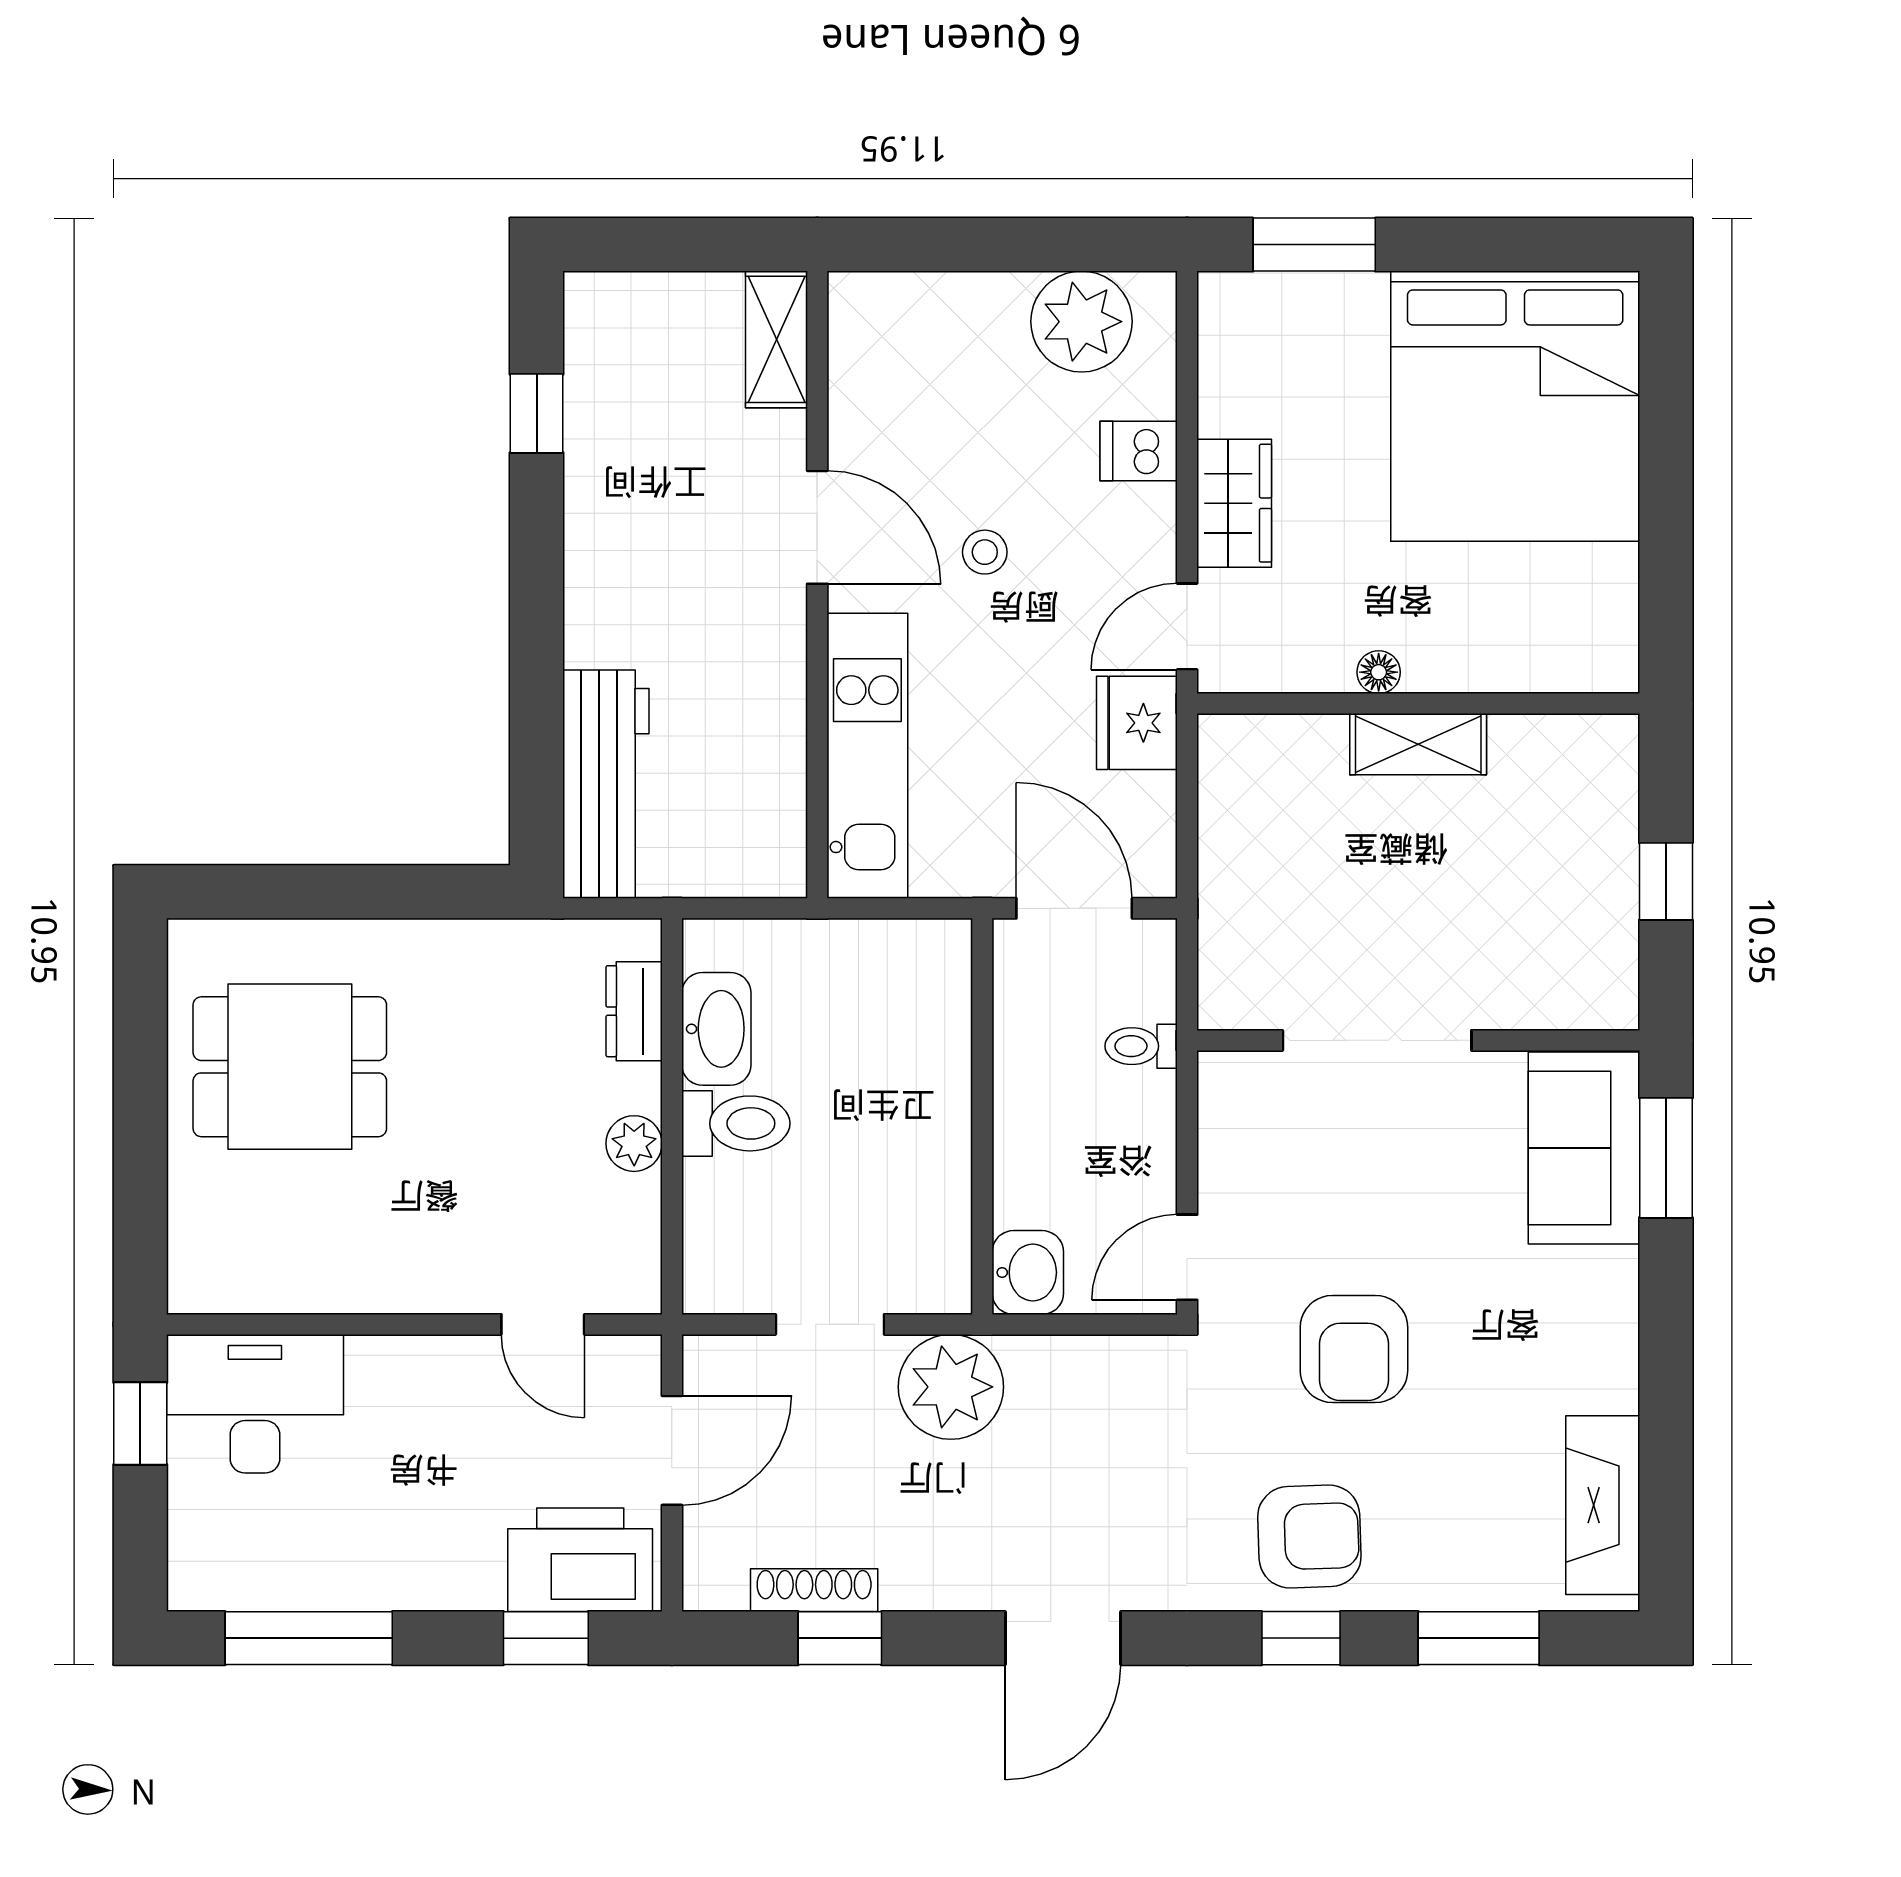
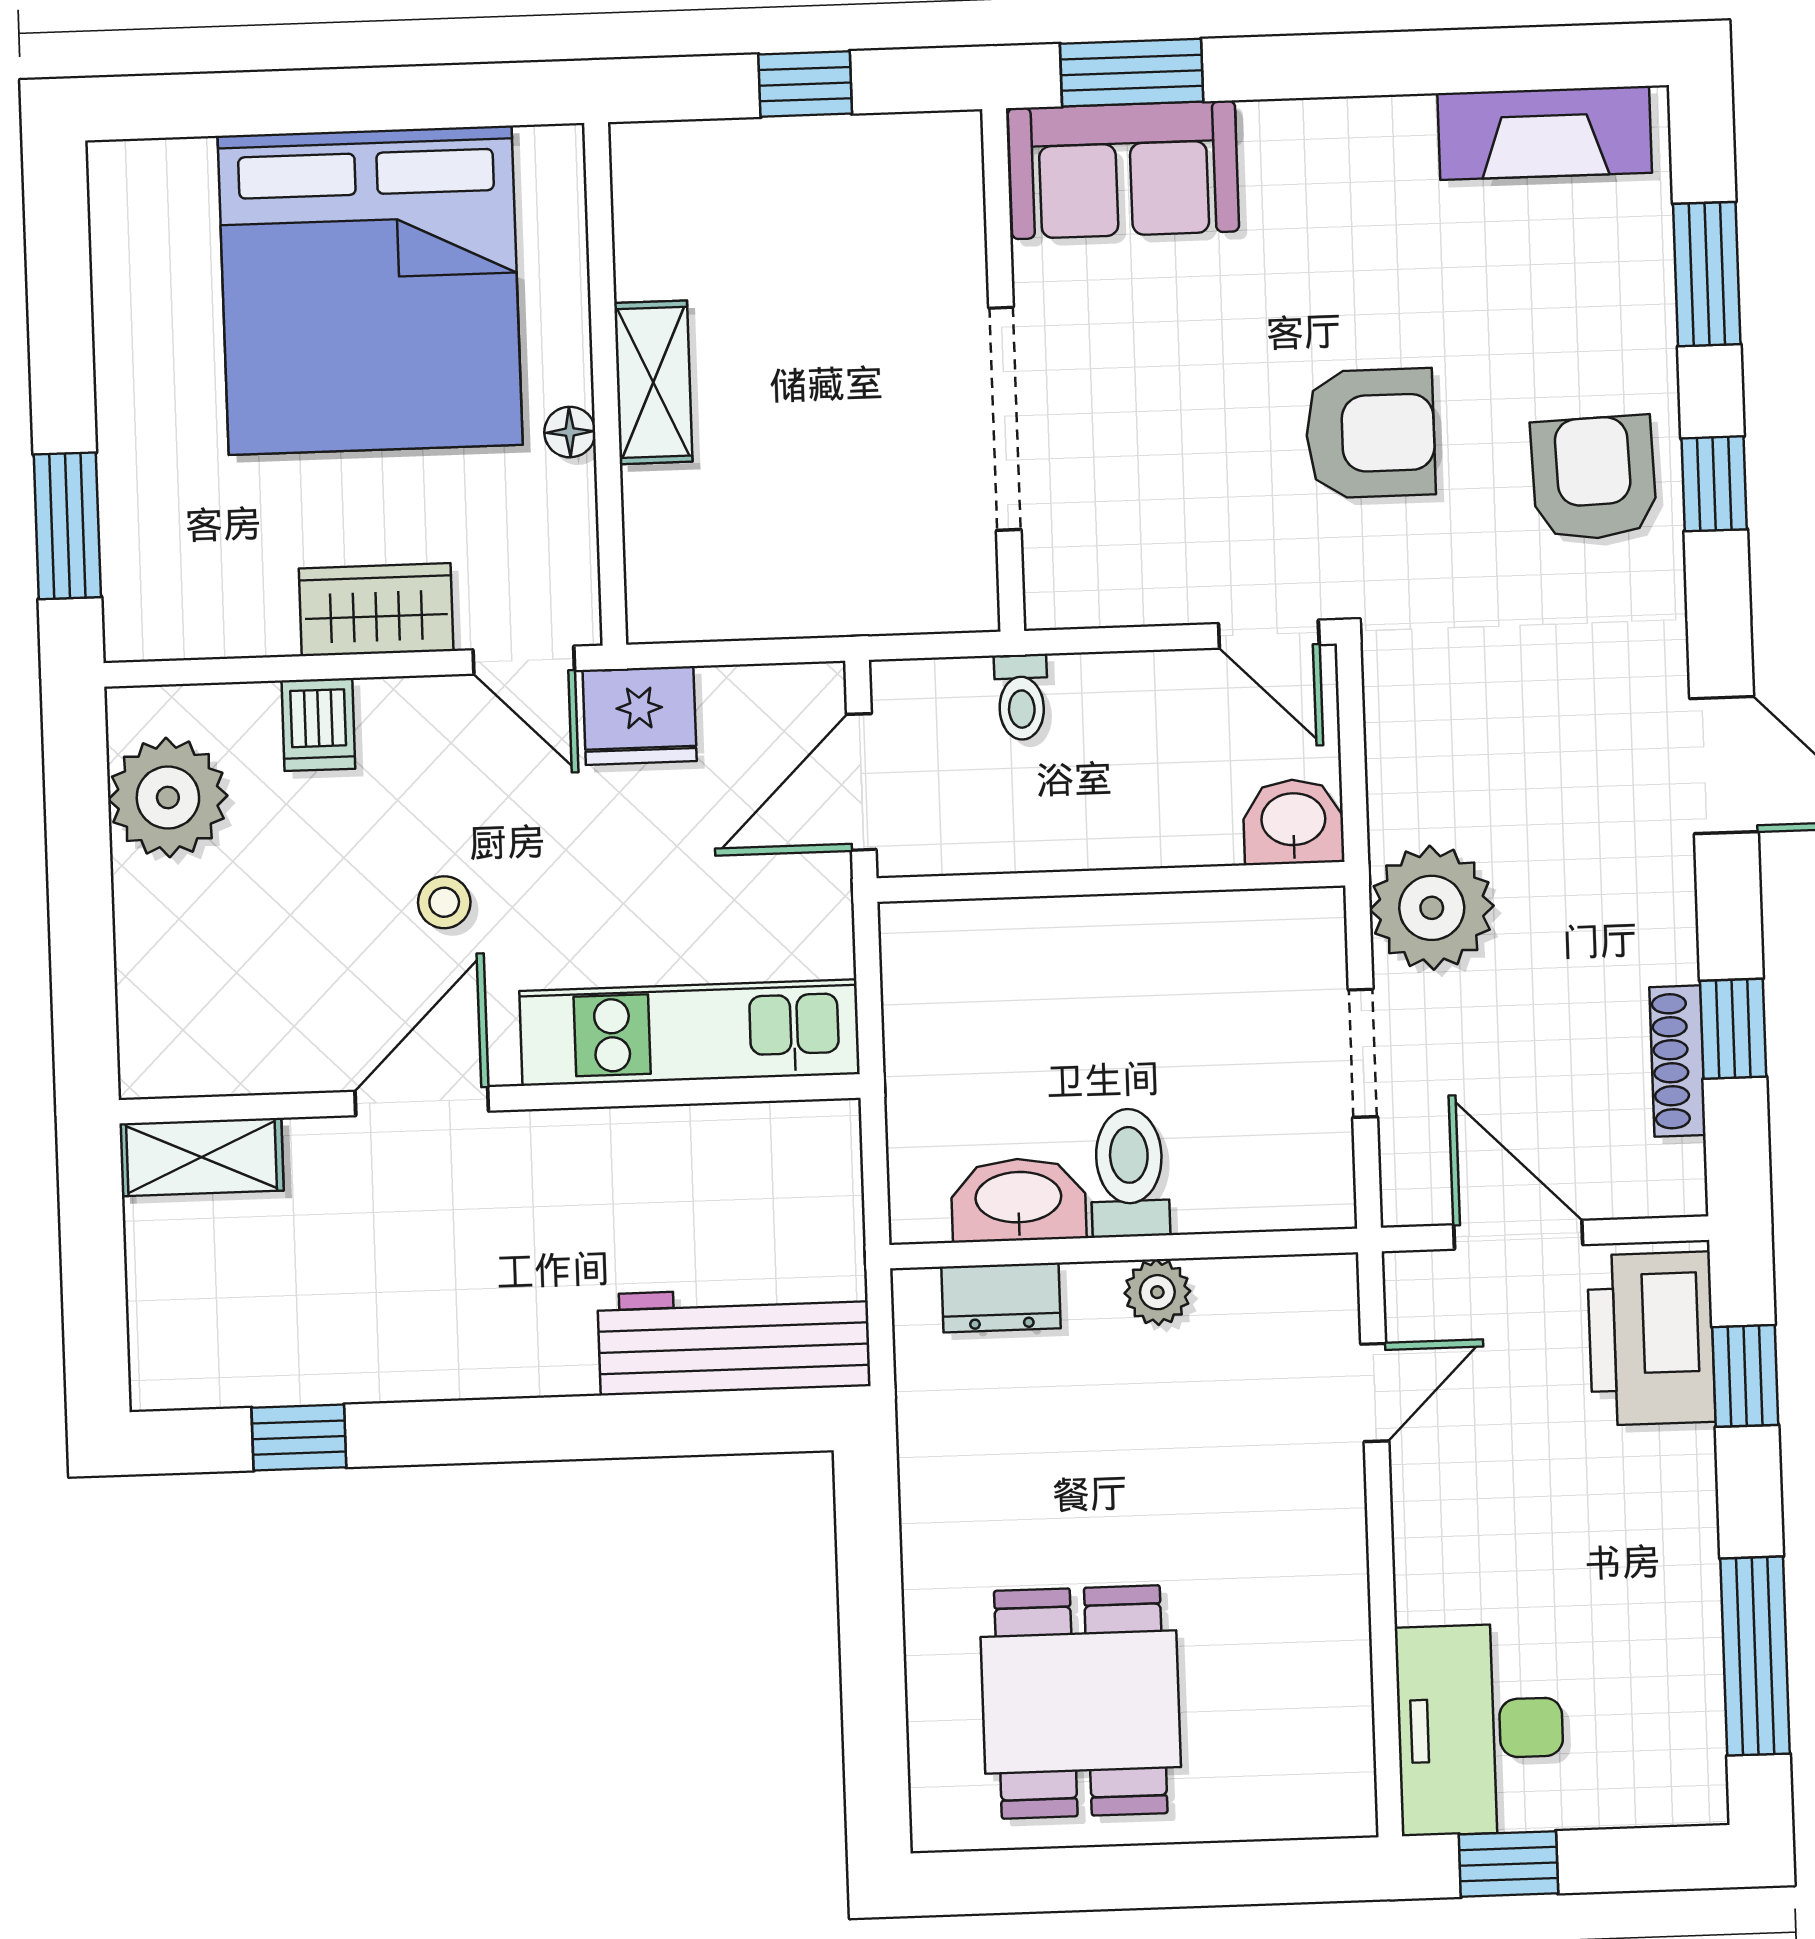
bed: (1515, 406) -> (370, 290), moved, turned 90

